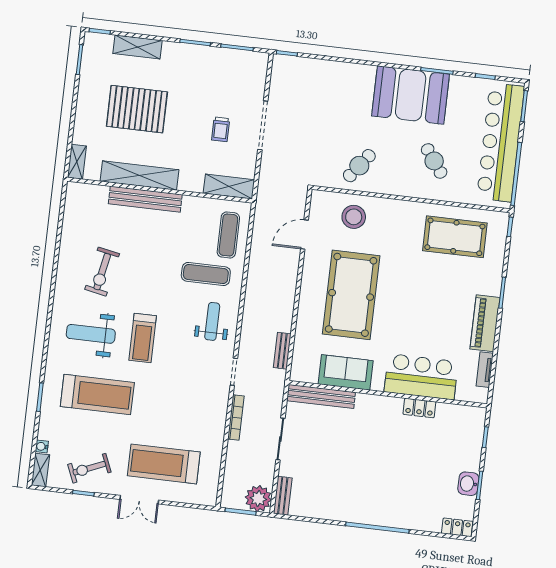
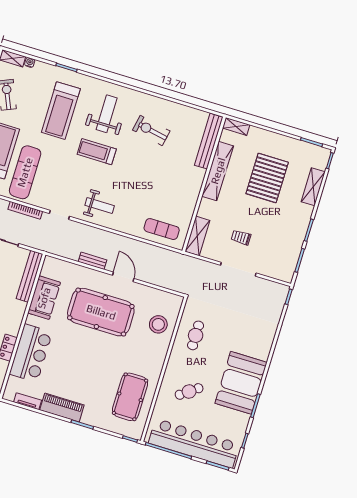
cafe table: (359, 166) -> (196, 335), turned 53
bench: (145, 199) -> (209, 141), moved
door: (304, 234) -> (123, 277), moved
exercise mat: (206, 274) -> (25, 172), moved, width x1.36, depth x1.45
bench: (282, 351) -> (93, 261), moved

